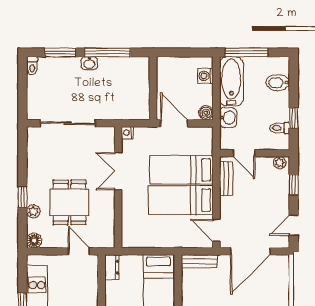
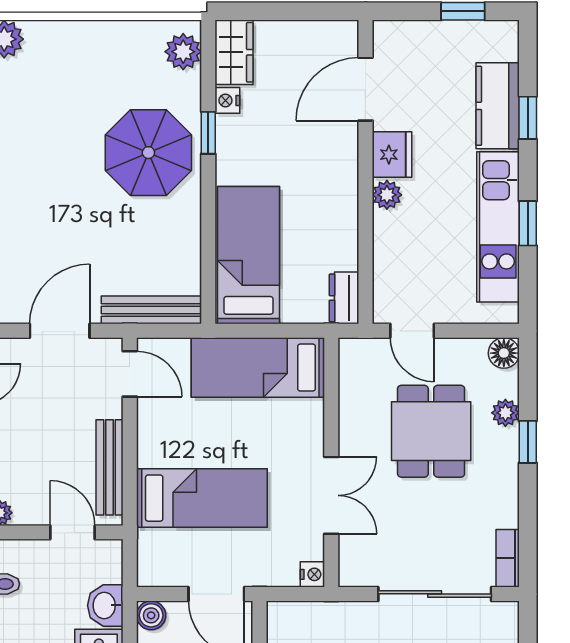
bookcase: (32, 141) -> (508, 558), added
bench: (226, 179) -> (109, 467), width x1.36
bed: (181, 200) -> (258, 368), moved, turned 180
door: (250, 251) -> (60, 331), width x0.73
bench: (199, 261) -> (151, 310), width x1.36

